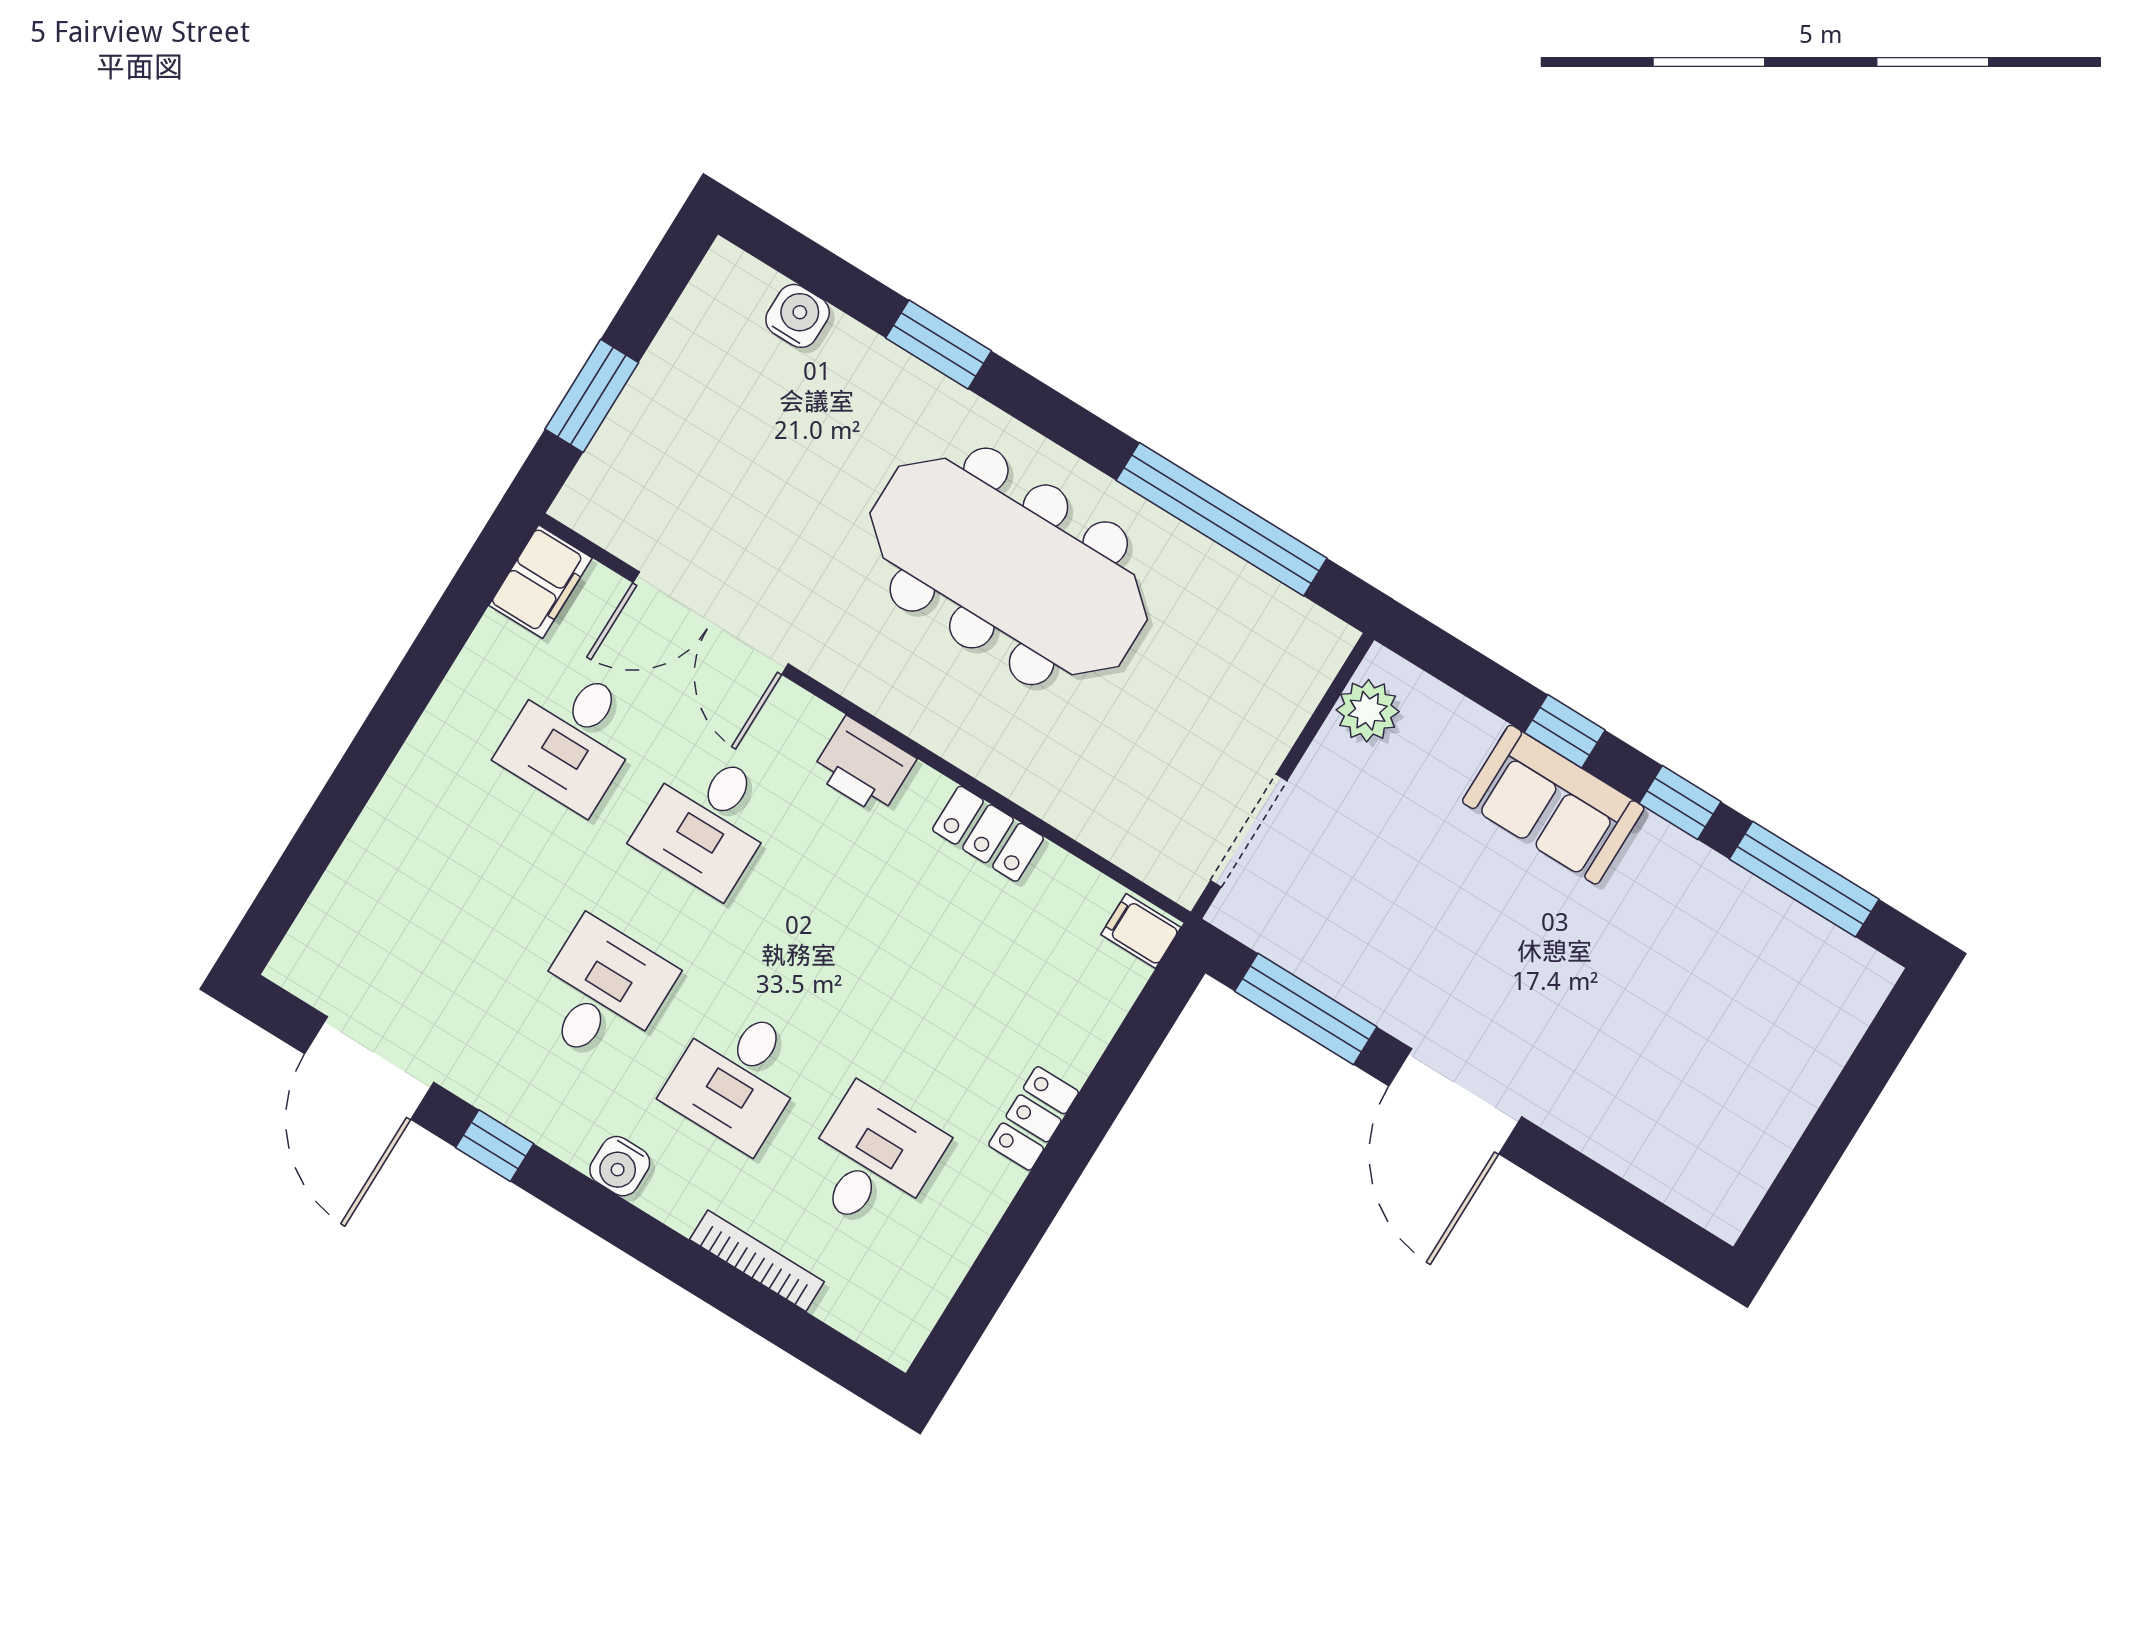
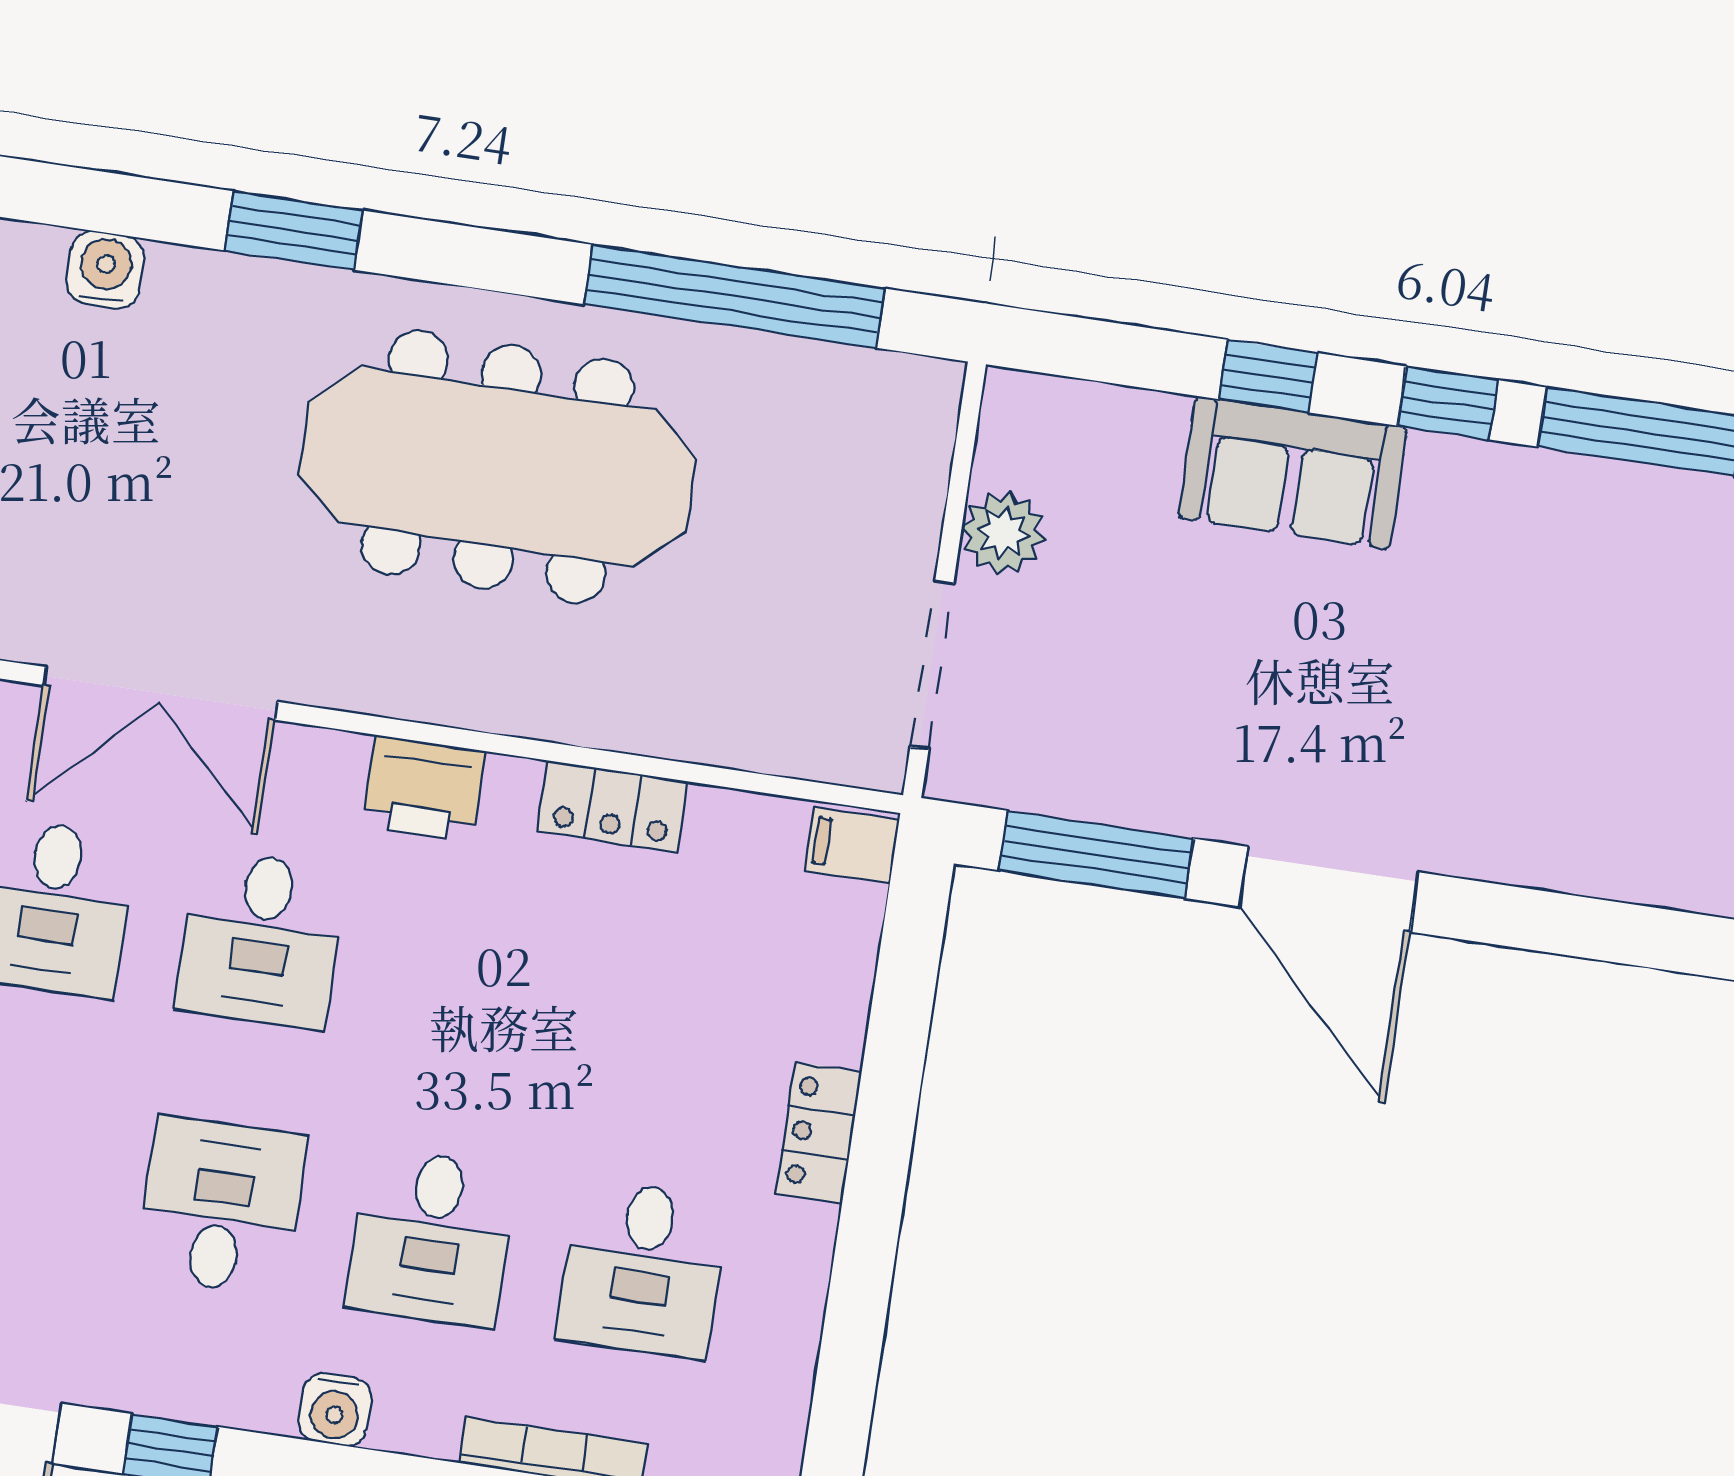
plant: (1368, 711) -> (1003, 533), moved
desk: (872, 1160) -> (642, 1269), turned 180

